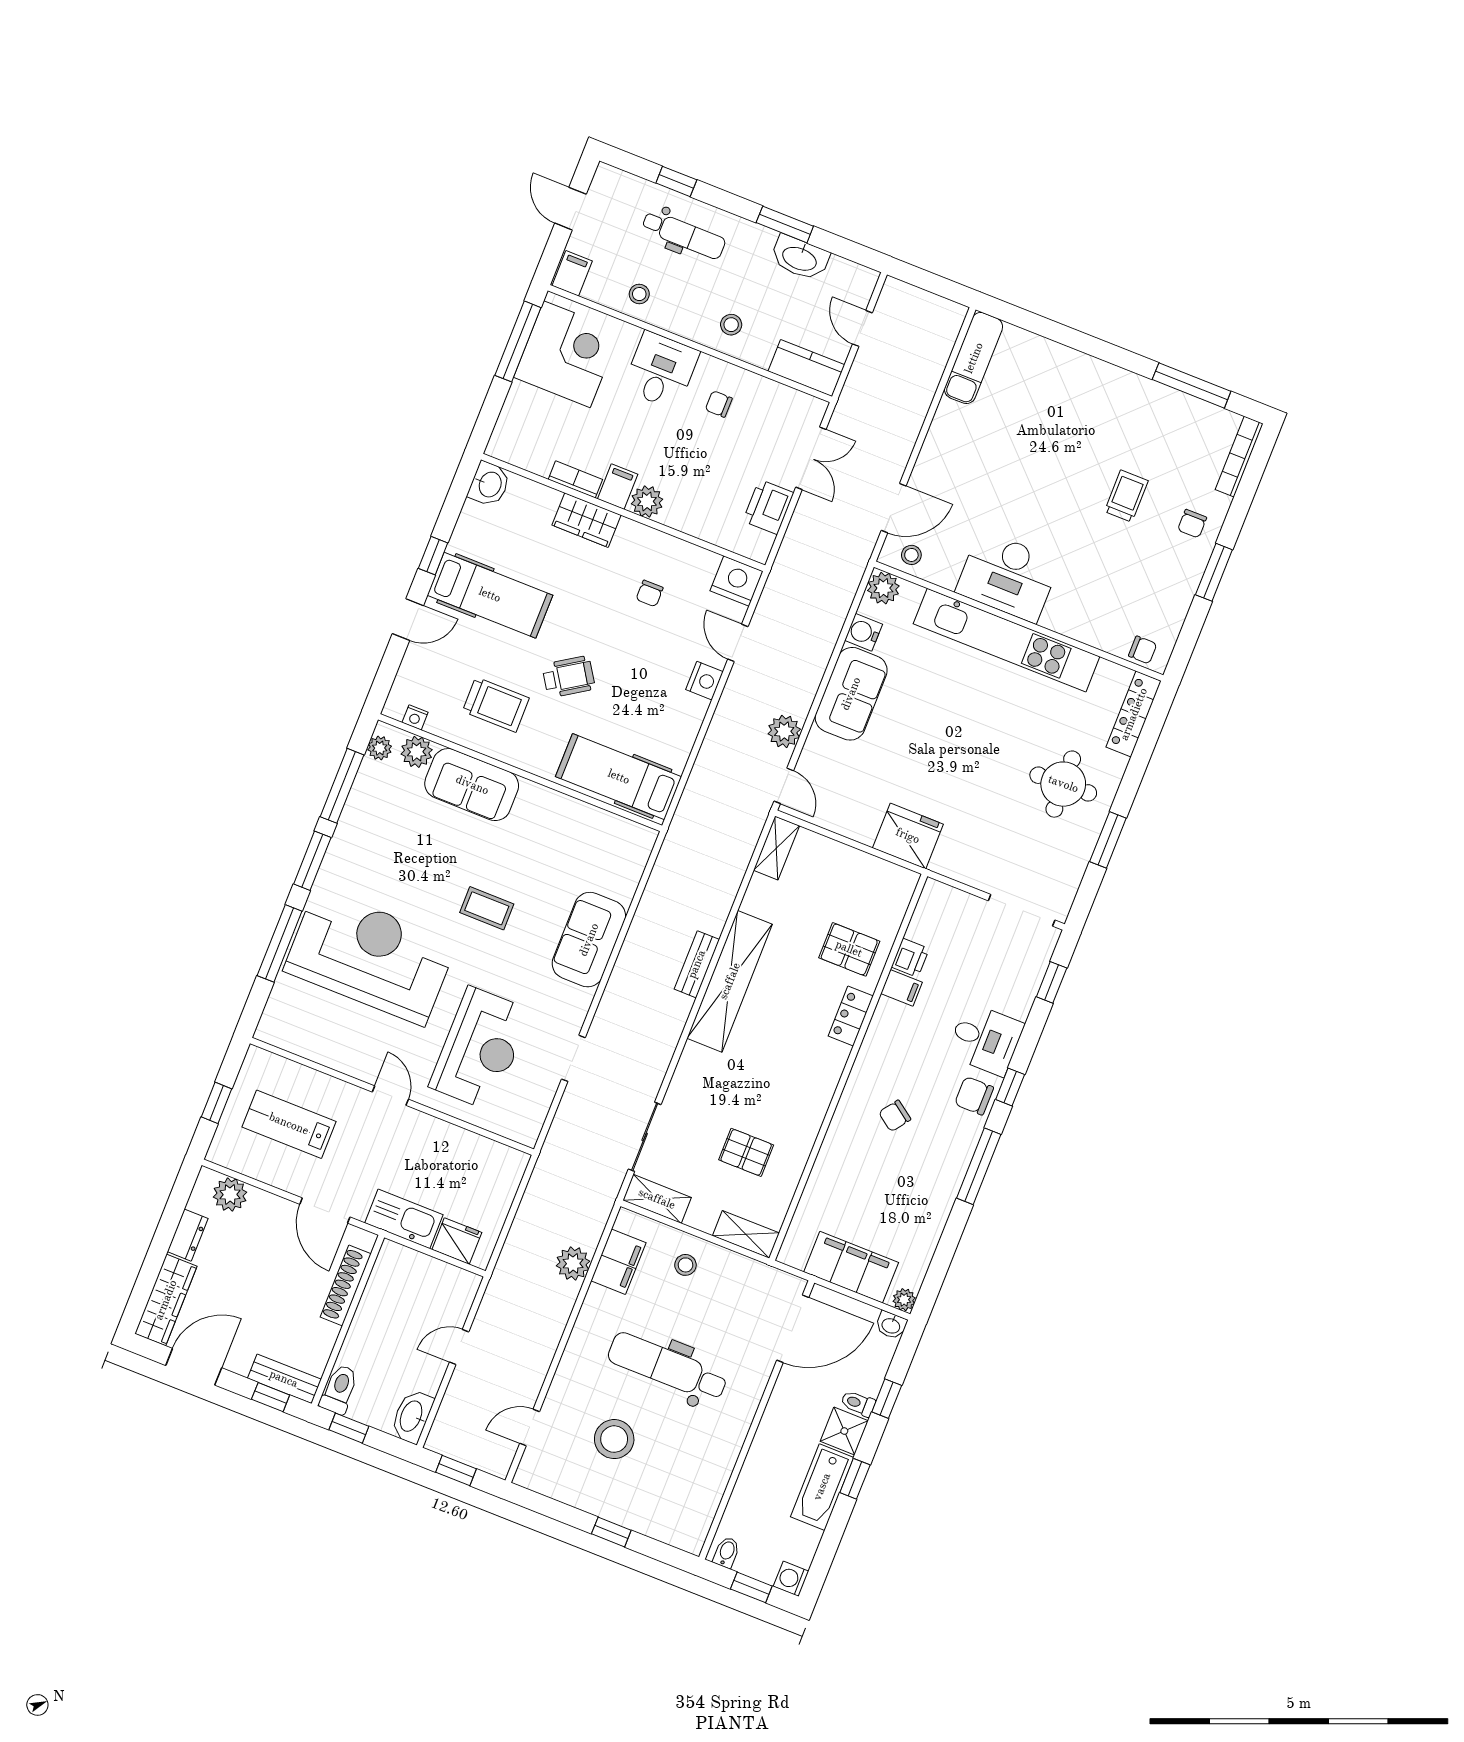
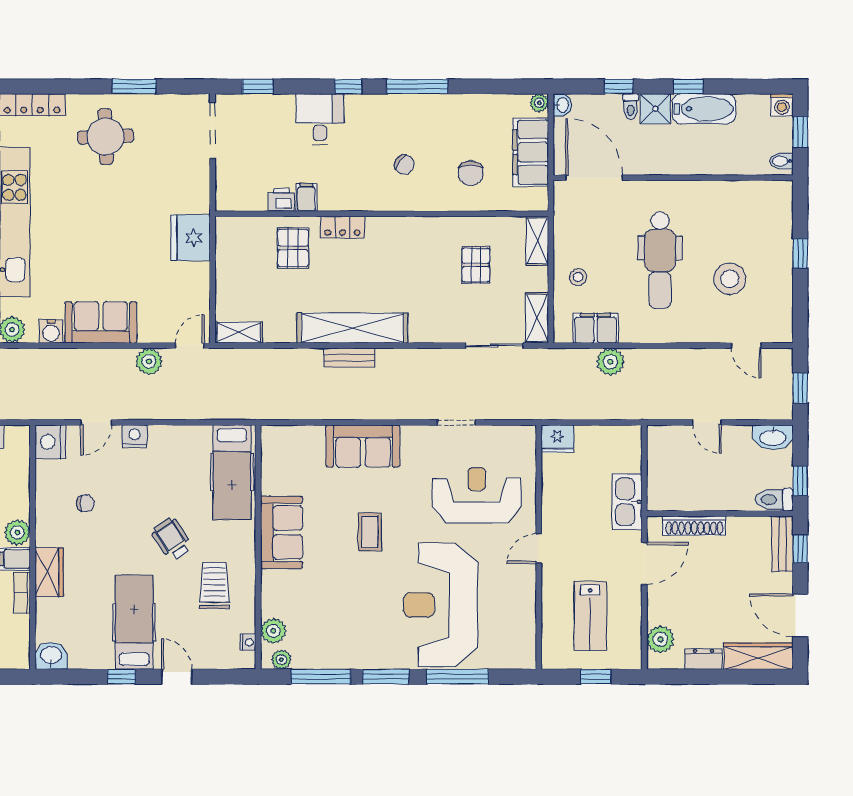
sofa: (472, 785) -> (281, 532), moved
chair: (974, 1096) -> (471, 173), moved
fridge: (457, 1241) -> (557, 439), moved, turned -90

